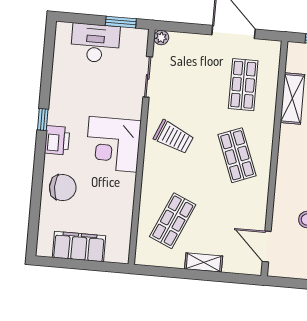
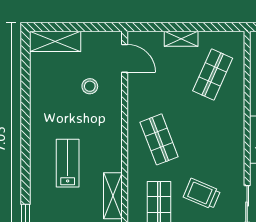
trolley: (174, 137) -> (202, 194), moved

